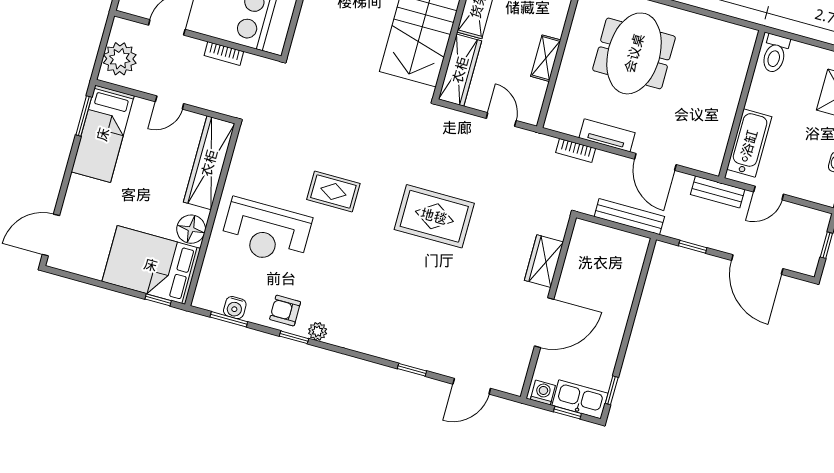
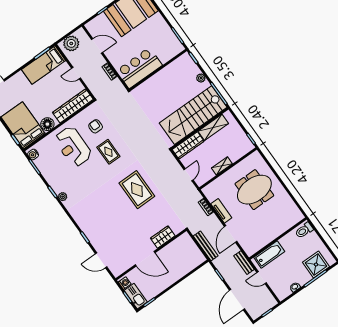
water cooler: (235, 308) -> (33, 154), moved
armchair: (285, 311) -> (96, 126), moved

